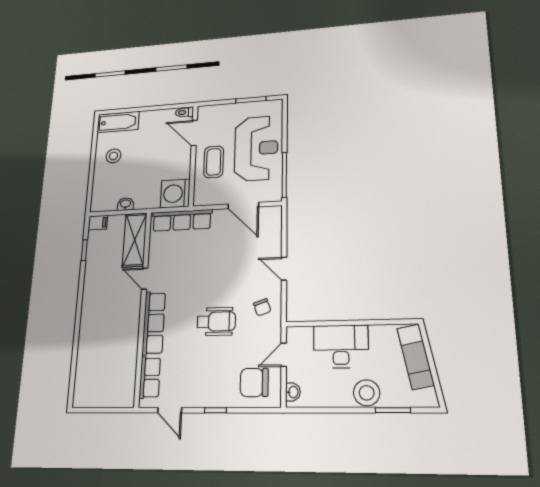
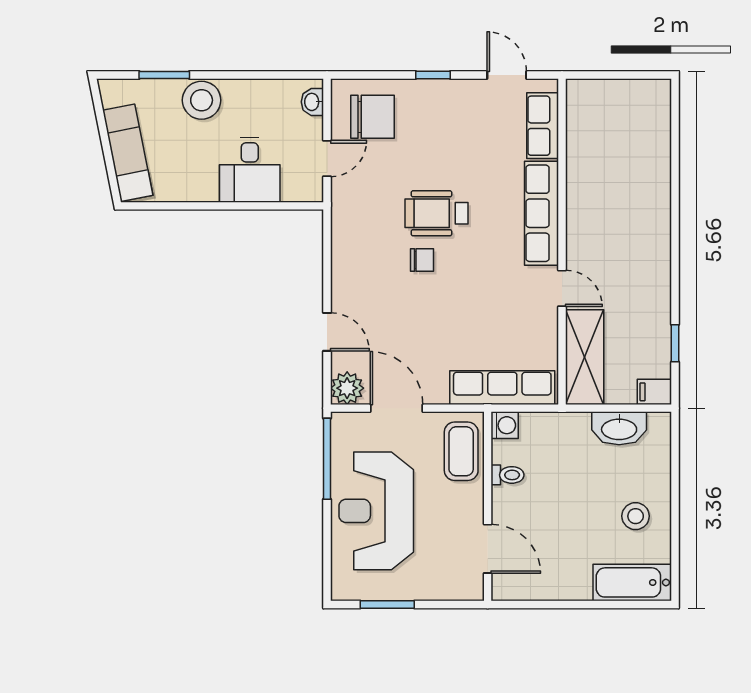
toilet: (185, 112) -> (508, 475), moved
coffee table: (214, 162) -> (461, 451), moved
washing machine: (175, 193) -> (505, 425), width x0.53, depth x0.53
washbasin: (125, 204) -> (619, 428), width x1.91, depth x1.45
plant: (272, 215) -> (347, 388), added
door: (284, 269) -> (327, 332), moved
chair: (262, 307) -> (422, 260), moved, turned 109
desk: (341, 346) -> (250, 170), width x0.73

